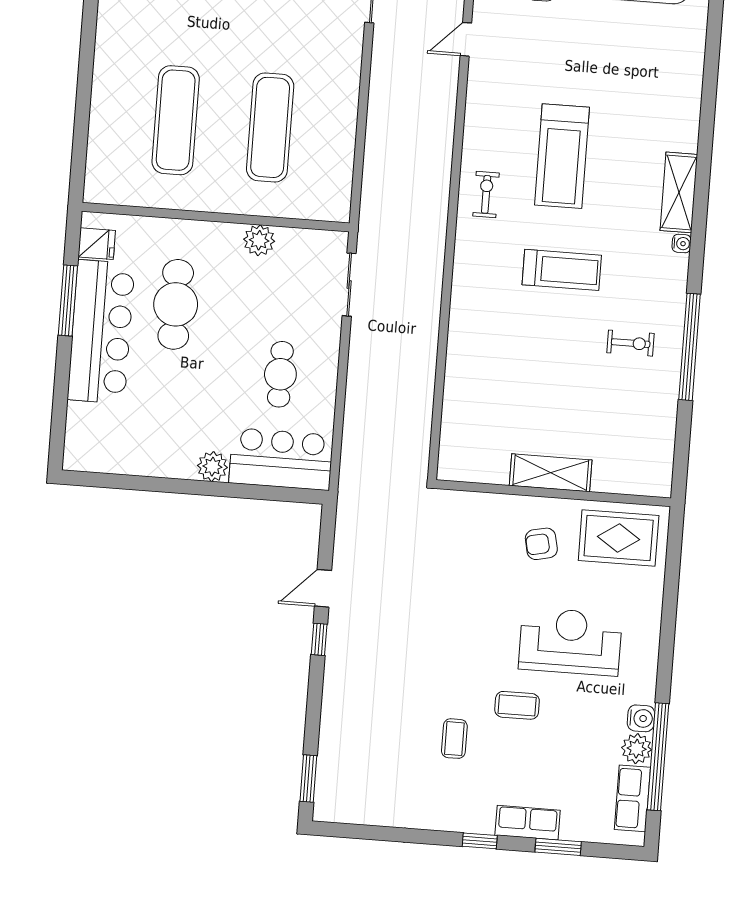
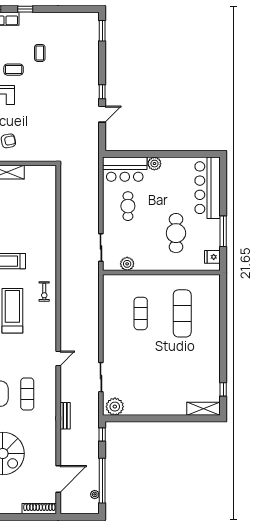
exercise mat: (270, 127) -> (141, 313), width x0.73, depth x0.69
plant: (259, 240) -> (127, 264), moved
bar counter: (101, 332) -> (208, 188), moved

